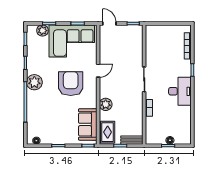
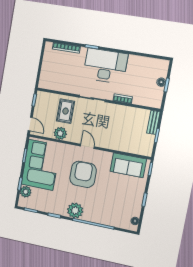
door: (109, 23) -> (30, 124), swing flipped
door: (98, 71) -> (87, 146), moved
armchair: (71, 84) -> (83, 174), turned 90
desk: (180, 91) -> (105, 66), width x1.36, depth x1.30
plant: (106, 104) -> (60, 133), moved
rug: (108, 132) -> (66, 111), moved, turned 90

